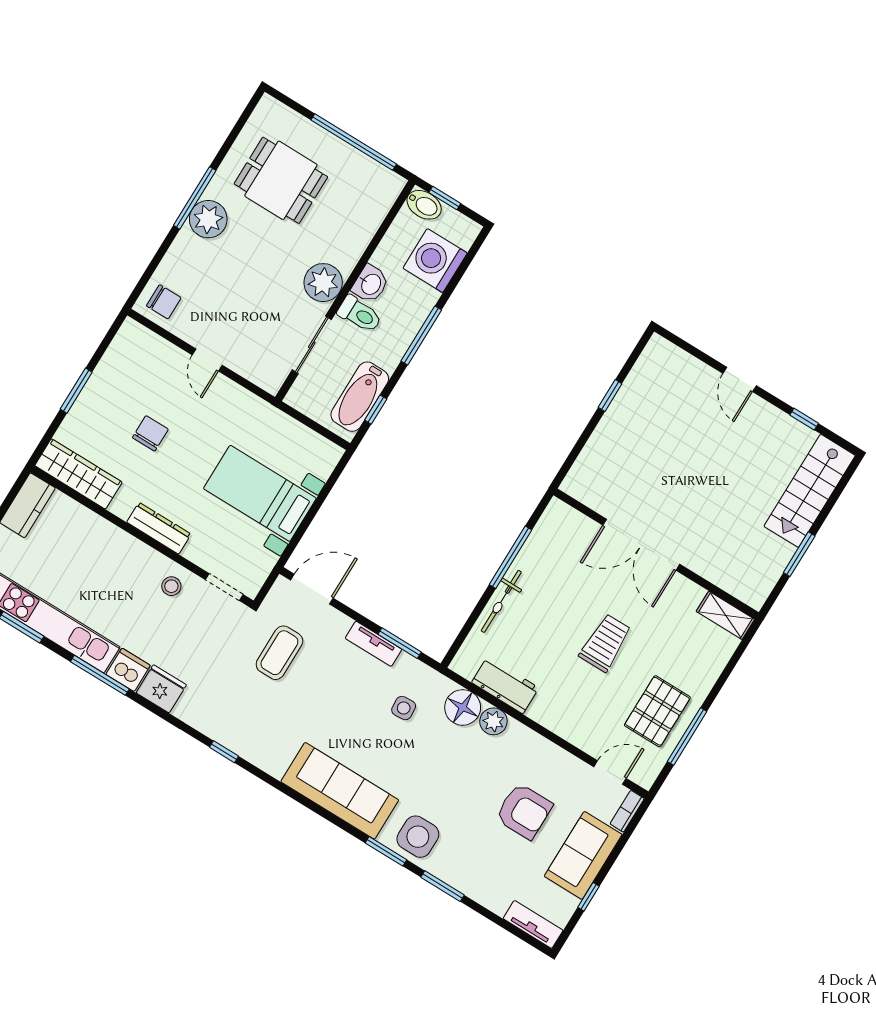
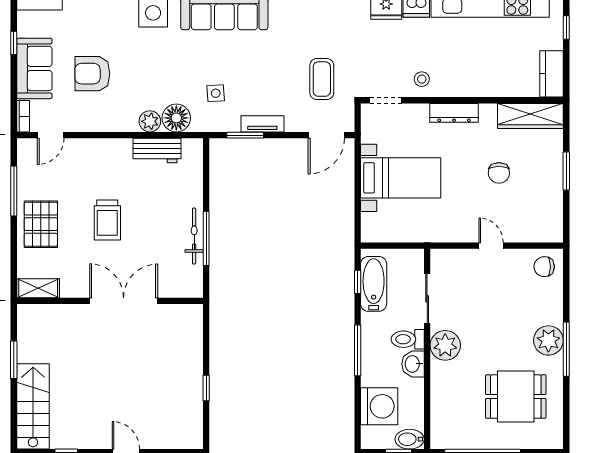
bicycle: (501, 601) -> (194, 236), moved
pallet: (657, 711) -> (41, 224), moved

